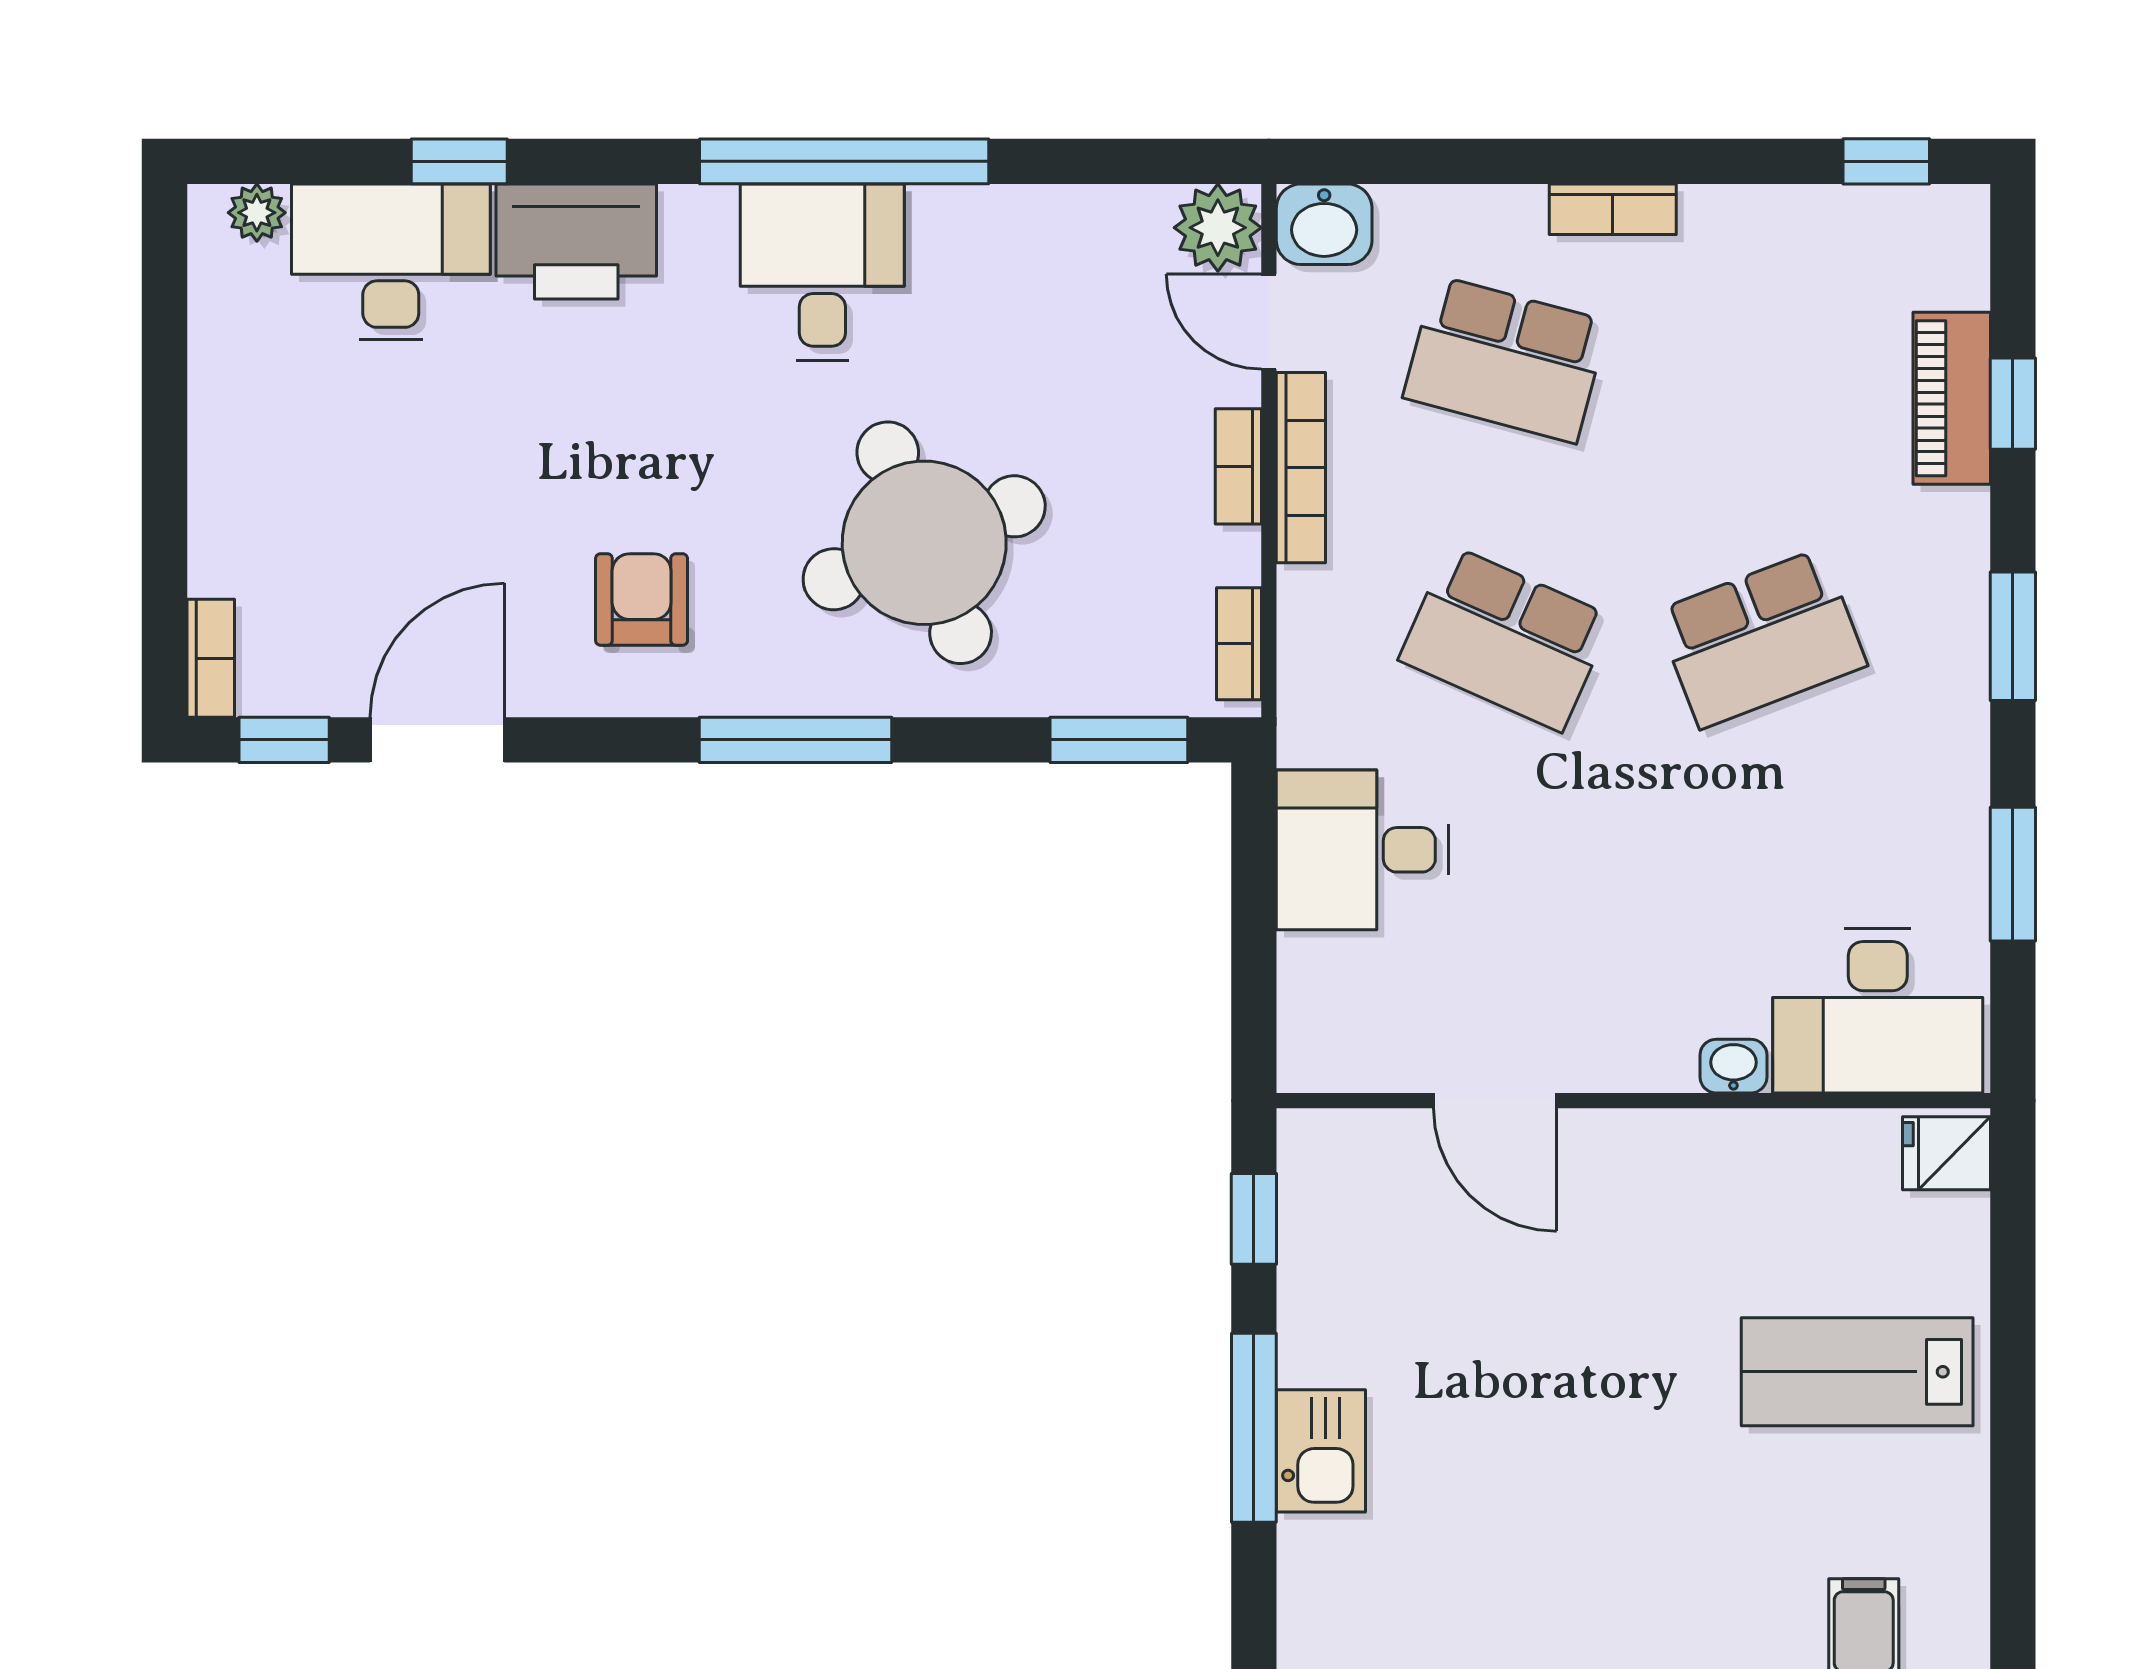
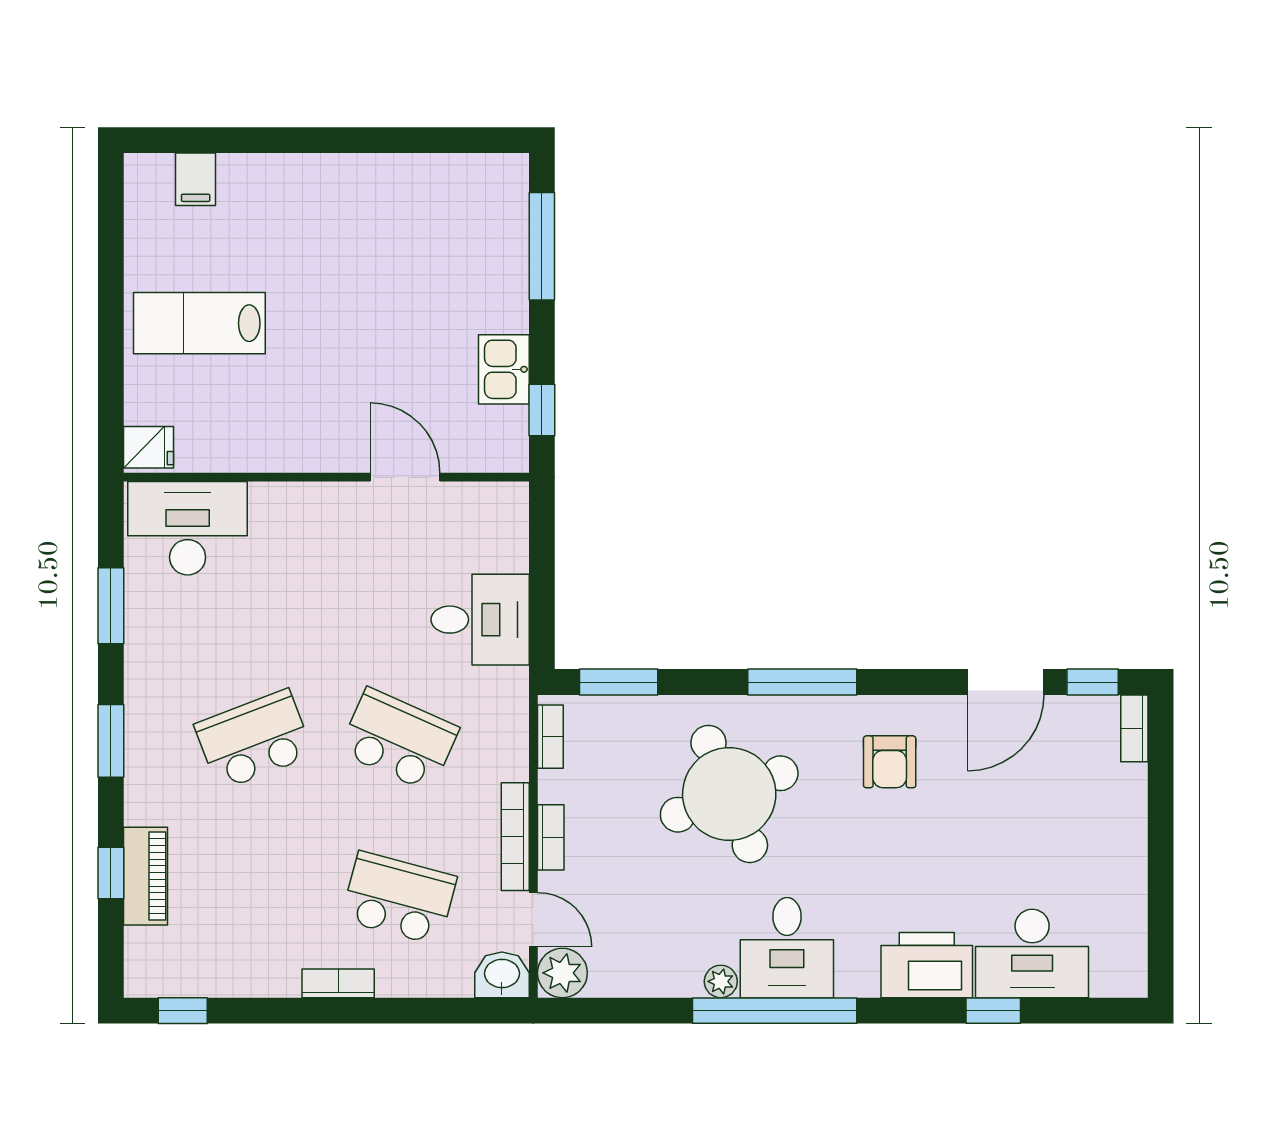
plant: (257, 213) -> (721, 981), moved
washbasin: (1733, 1066) -> (270, 497), removed
lab bench: (1857, 1372) -> (199, 323), turned 180
window: (1254, 1428) -> (542, 246), moved
kitchen sink: (1321, 1451) -> (504, 369), moved

